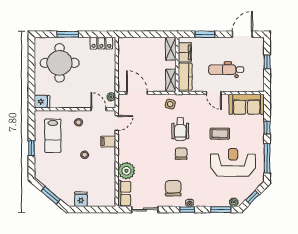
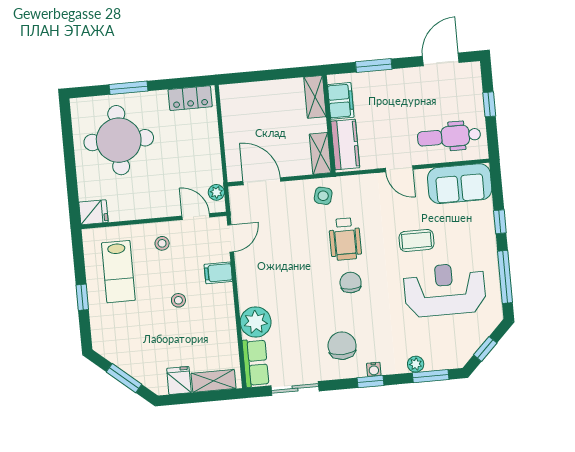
dental chair: (226, 70) -> (449, 137), moved
shelving: (100, 201) -> (214, 381), added
plant: (234, 202) -> (416, 364), moved

